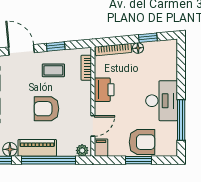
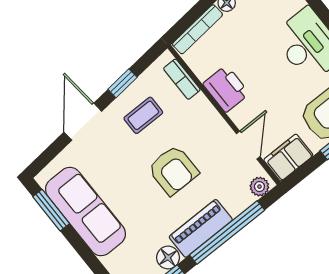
door: (21, 50) -> (83, 122), hinge flipped
armchair: (46, 109) -> (173, 170), turned -90
filing cabinet: (101, 148) -> (288, 158), width x2.00

